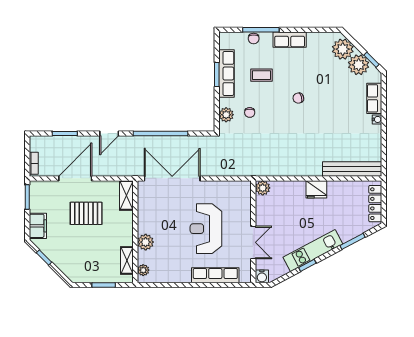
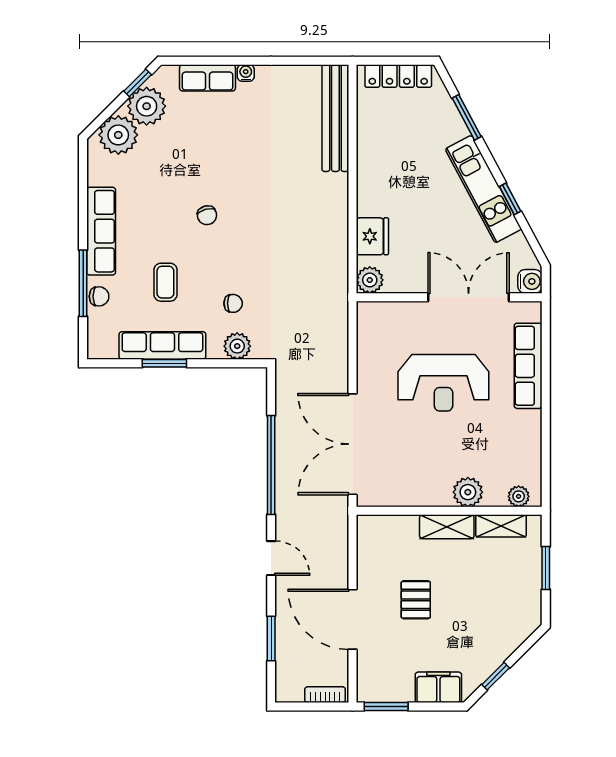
row of seats: (290, 40) -> (101, 231), width x1.48
fridge: (316, 189) -> (372, 236), moved
shelving: (126, 195) -> (447, 527), moved
pallet: (86, 213) -> (416, 600), width x0.67, depth x0.71
double door: (253, 242) -> (469, 297), width x1.37

